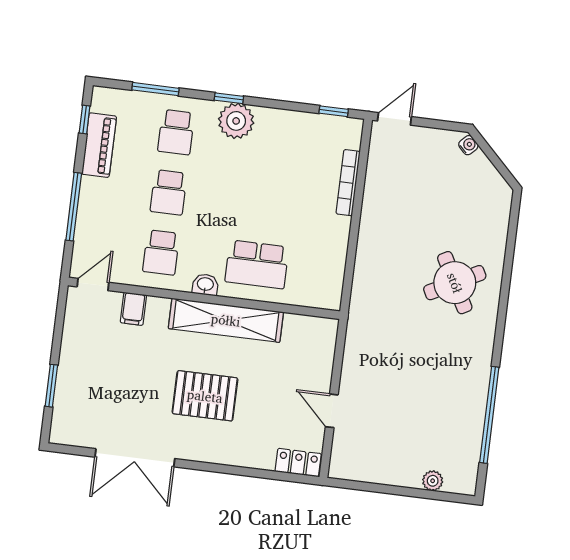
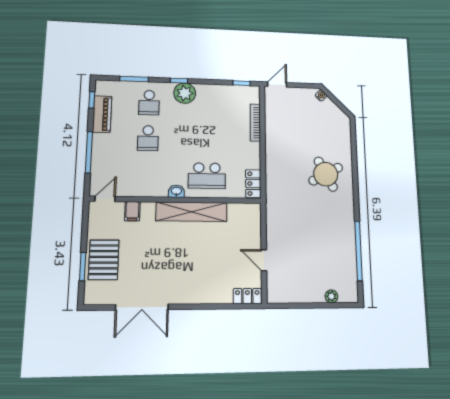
school desk: (161, 252) -> (147, 175), removed
locker: (331, 286) -> (253, 184), added
pallet: (205, 396) -> (104, 260), moved, turned 90

